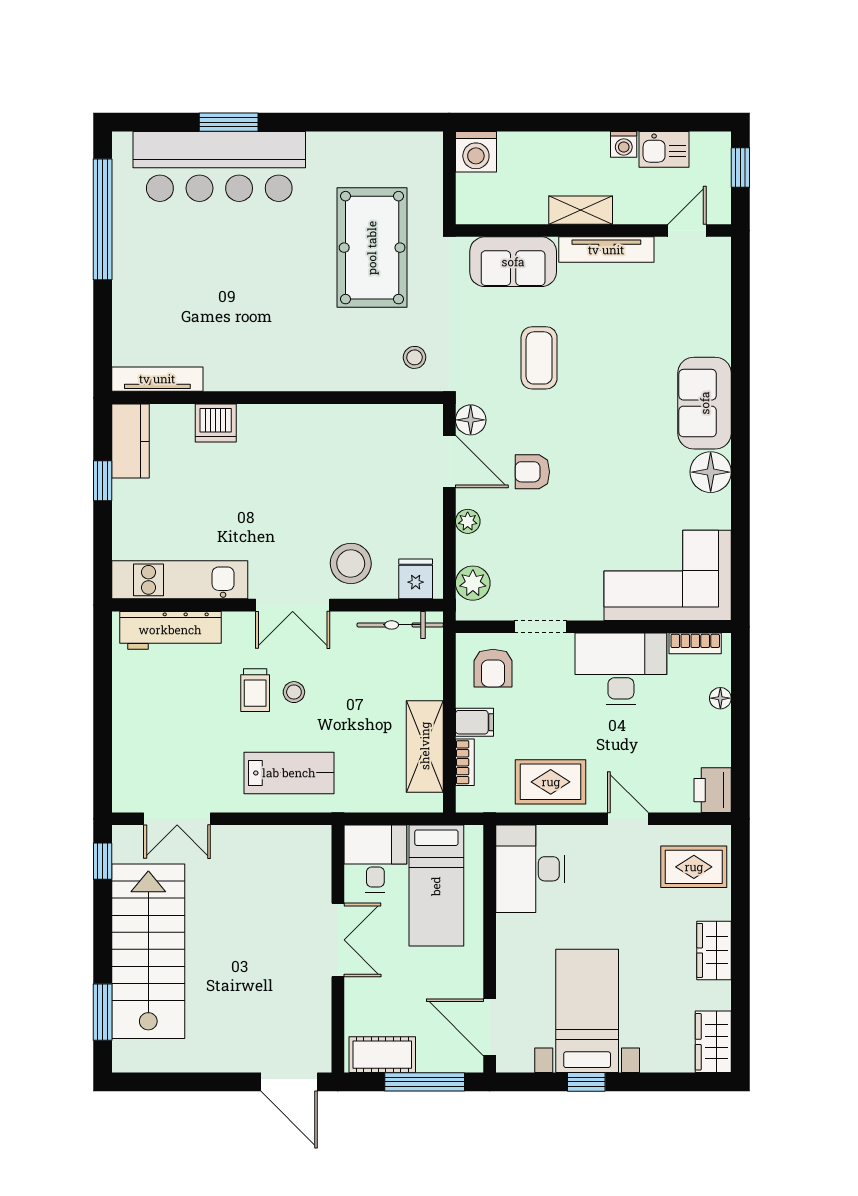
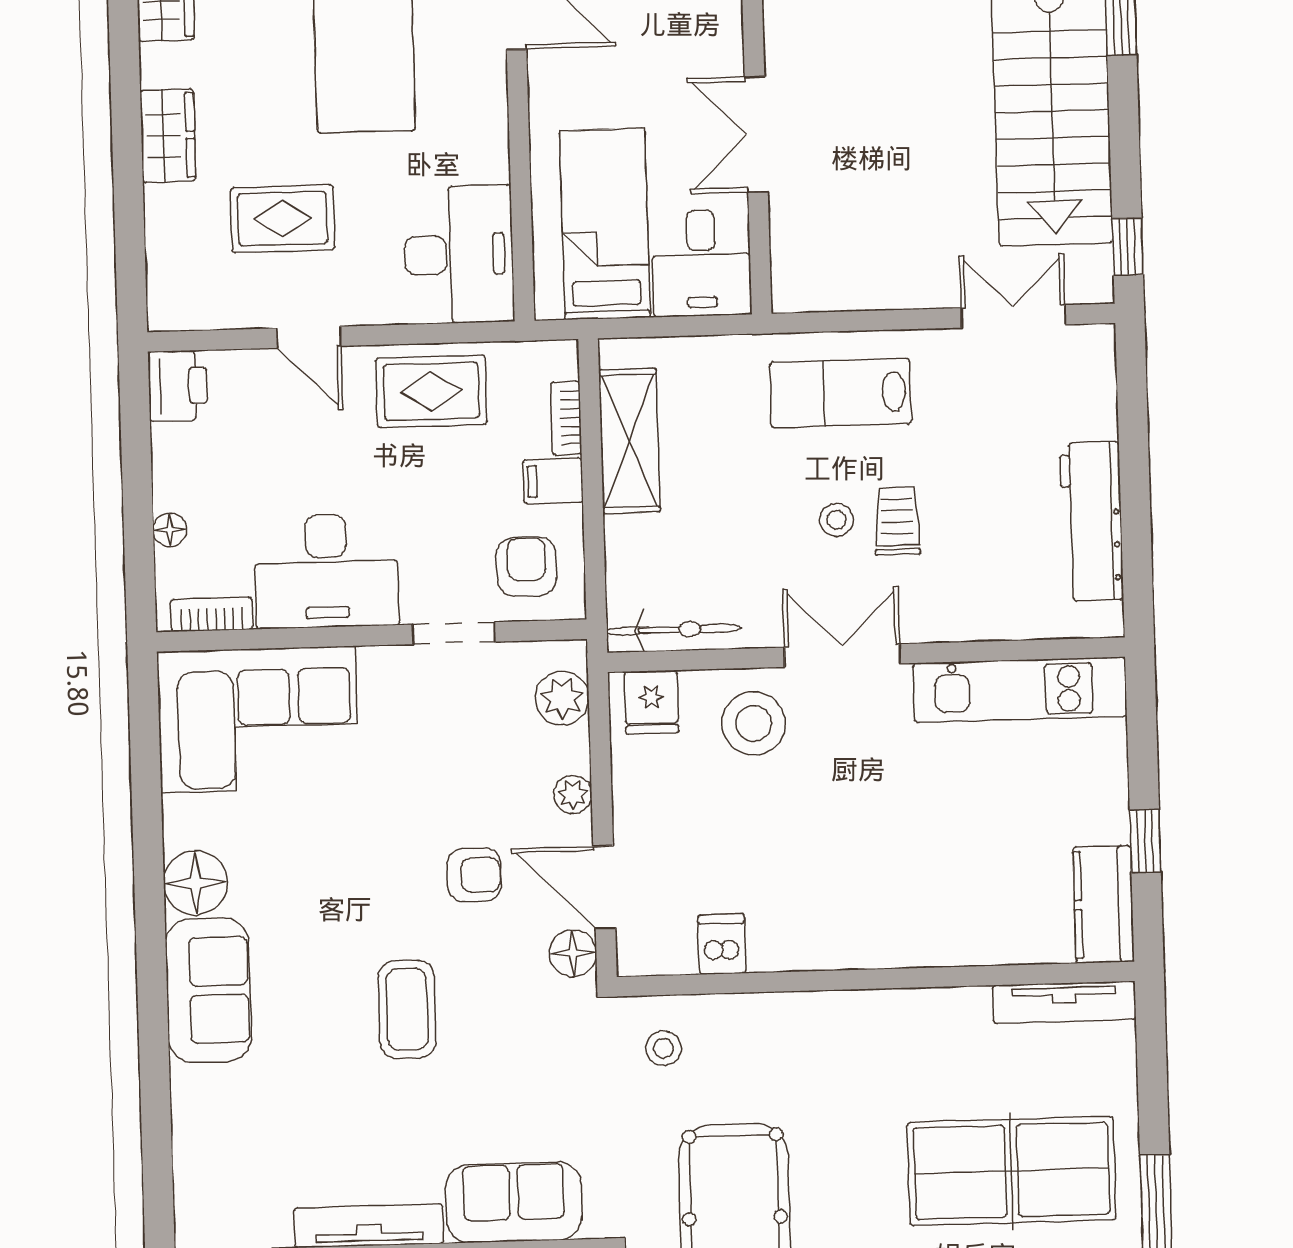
table tennis table: (194, 272) -> (1012, 1171), added
coffee table: (539, 358) -> (407, 1009), moved
dishwasher: (216, 423) -> (722, 944), moved, width x0.73
workbench: (170, 630) -> (1091, 521), moved, turned -90
rug: (694, 867) -> (283, 219), moved

